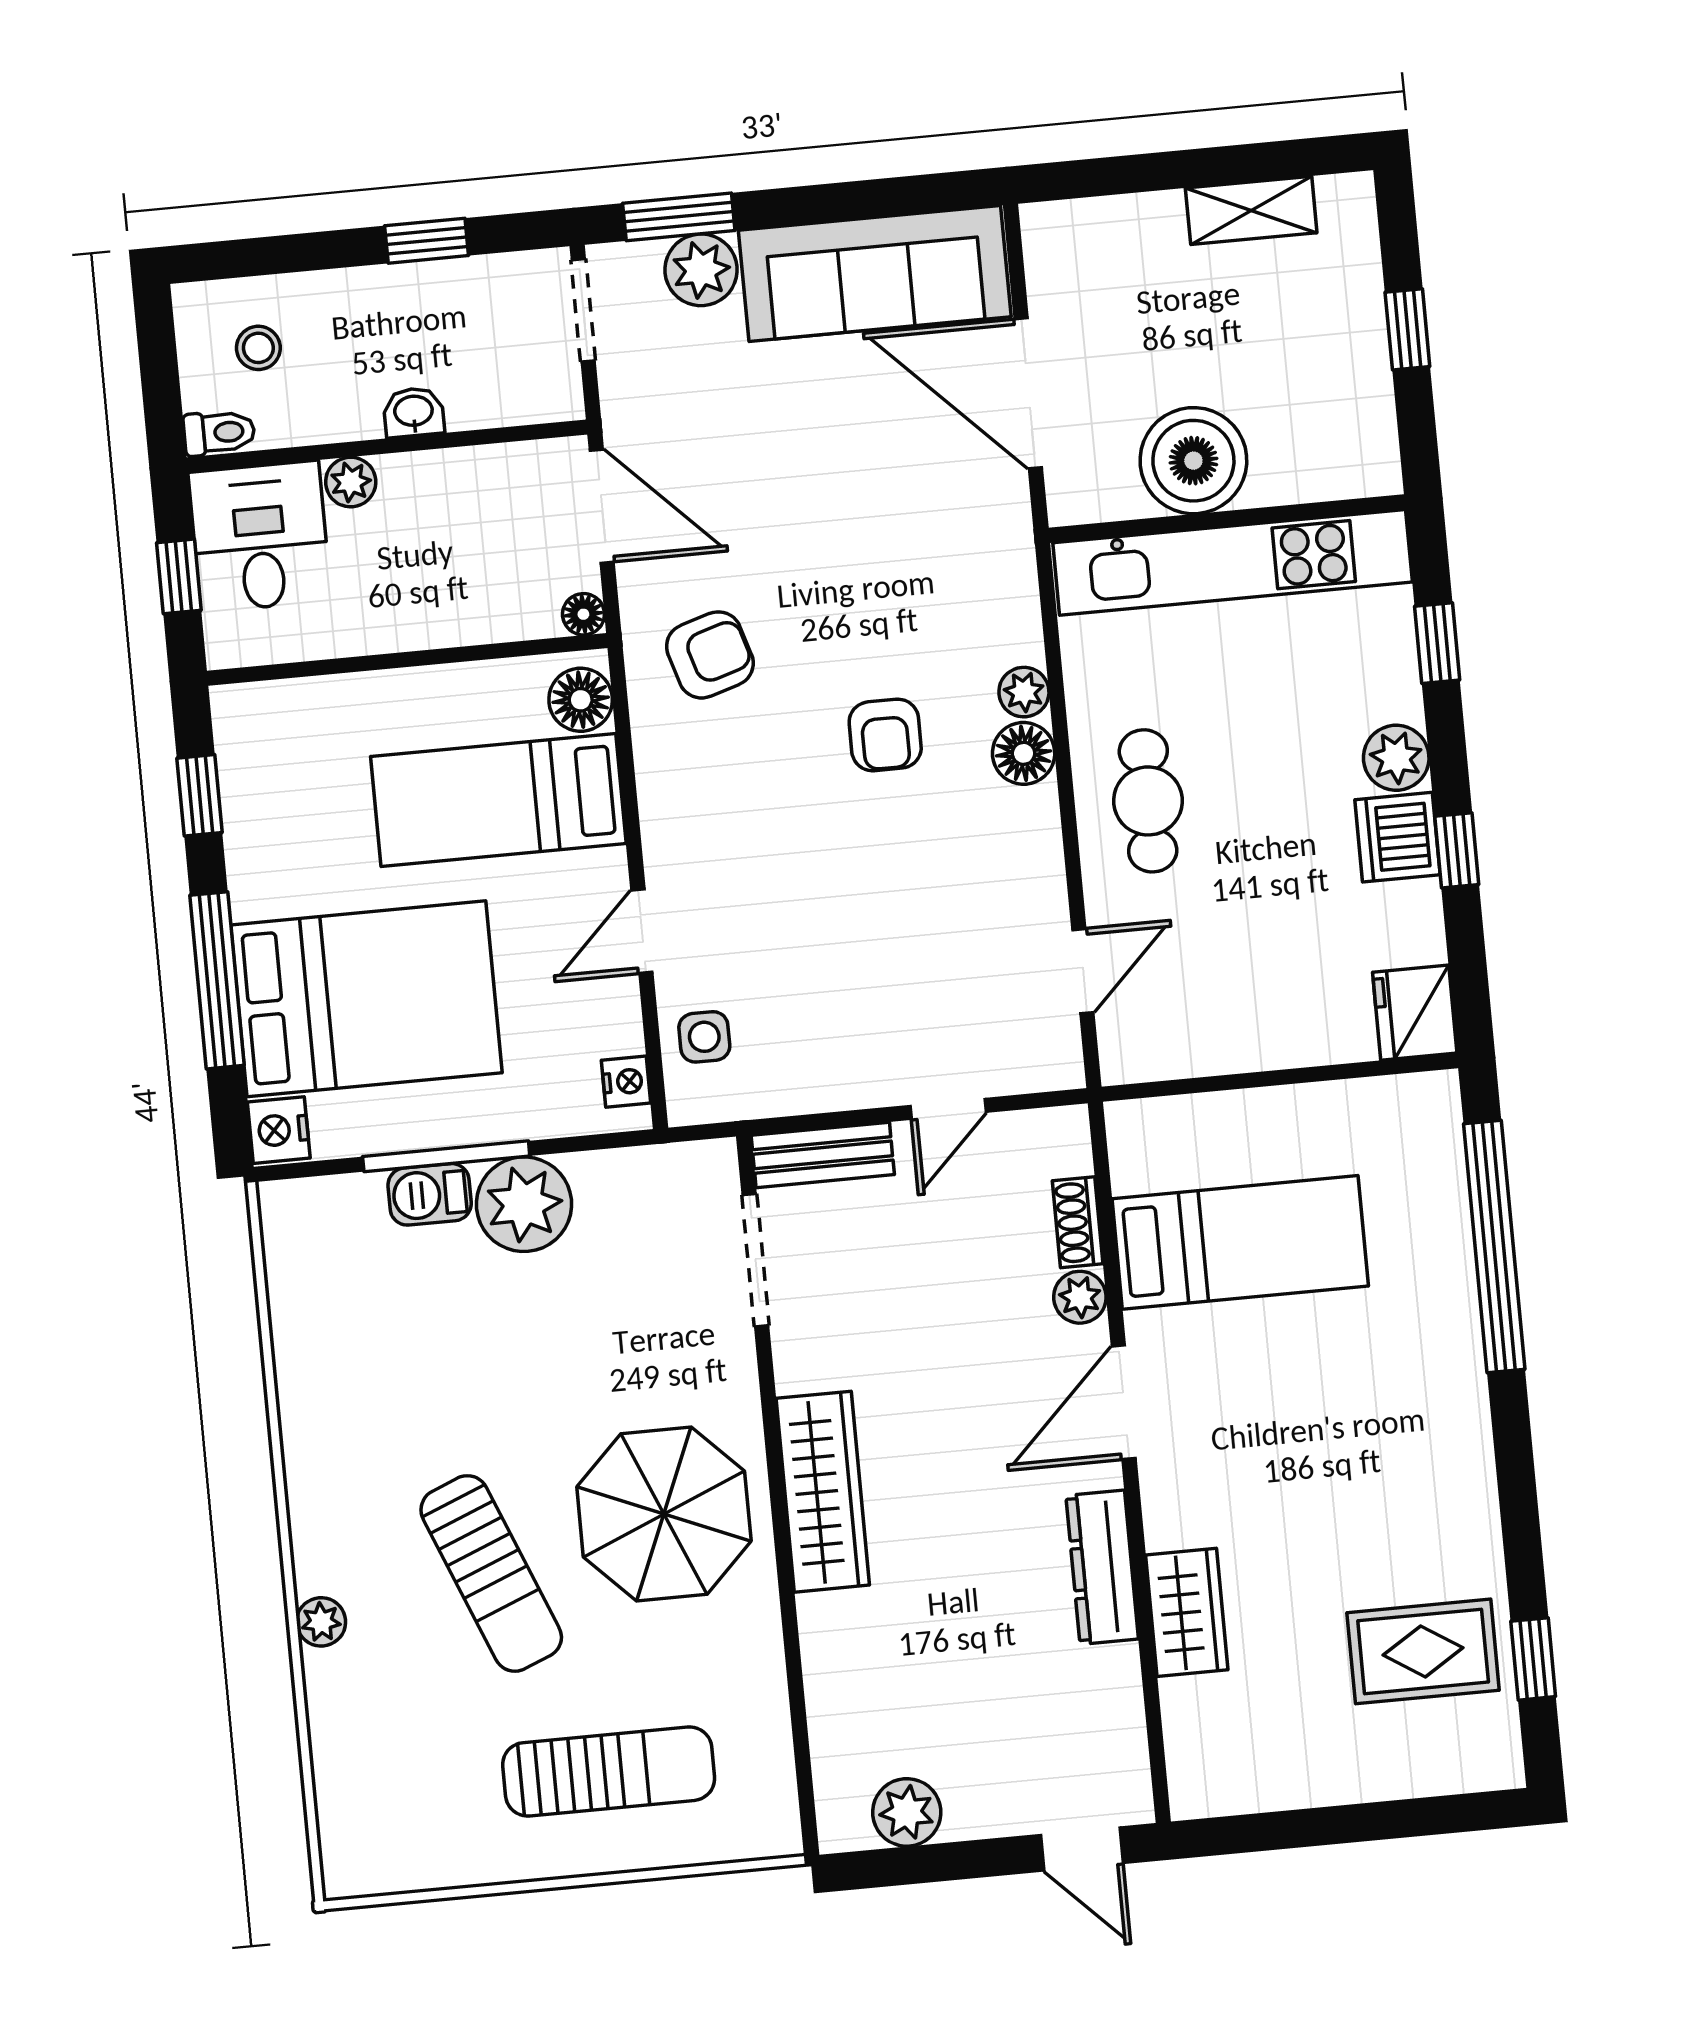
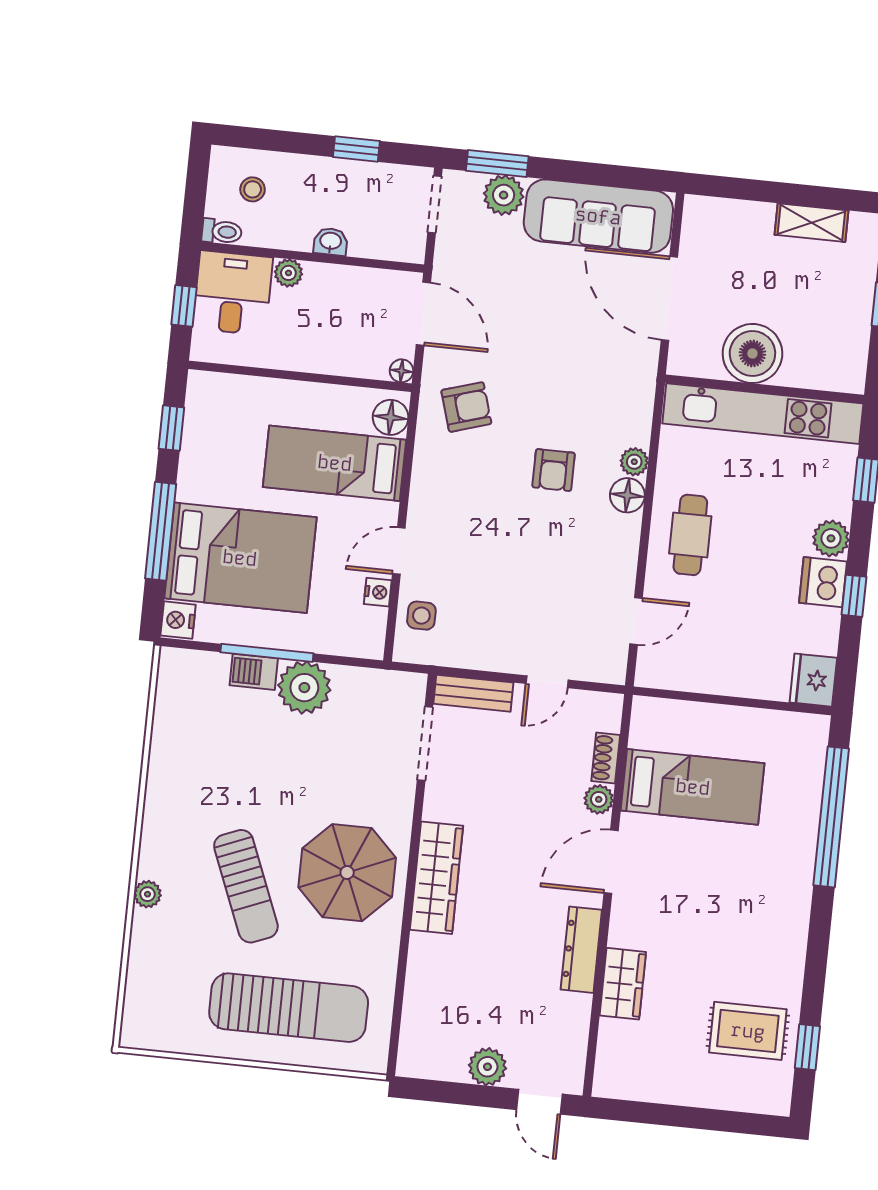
nightstand: (626, 1082) -> (378, 592), moved
sun lounger: (609, 1772) -> (289, 1008), width x1.36, depth x1.34
plant: (907, 1812) -> (487, 1067), moved

